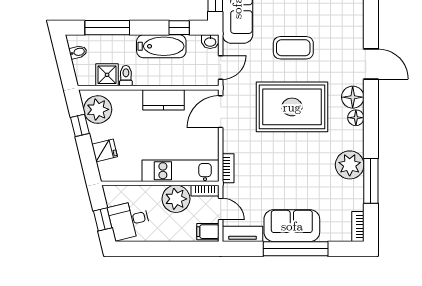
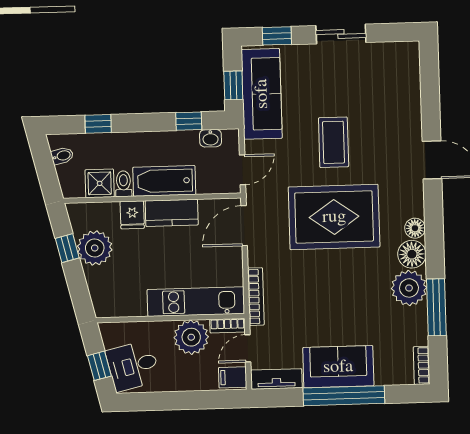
window: (107, 28) -> (98, 124), width x0.46
washbasin: (210, 42) -> (211, 138), moved
bathtub: (161, 46) -> (164, 181), moved, turned 180
coffee table: (293, 48) -> (334, 142), turned 90
floor lamp: (353, 97) -> (412, 254), moved
plant: (98, 110) -> (95, 248), moved
fridge: (105, 150) -> (132, 215), moved, turned 104
bookcase: (228, 168) -> (256, 297), width x1.56
door: (221, 209) -> (248, 348), swing flipped

